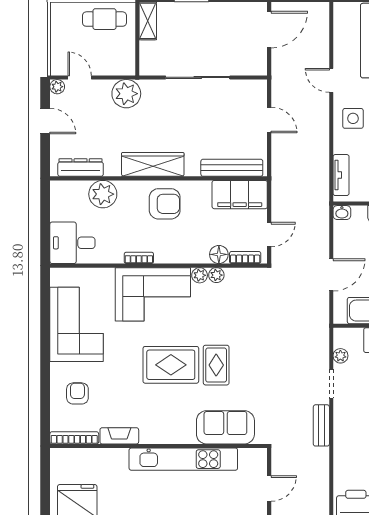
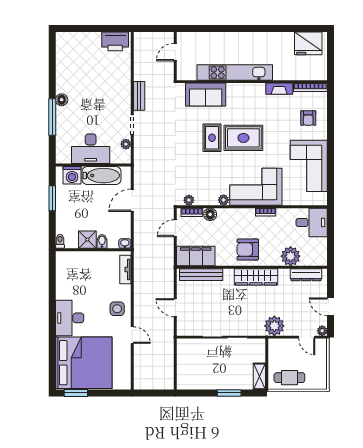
door: (269, 30) -> (175, 370), removed
plant: (216, 275) -> (189, 200), moved

